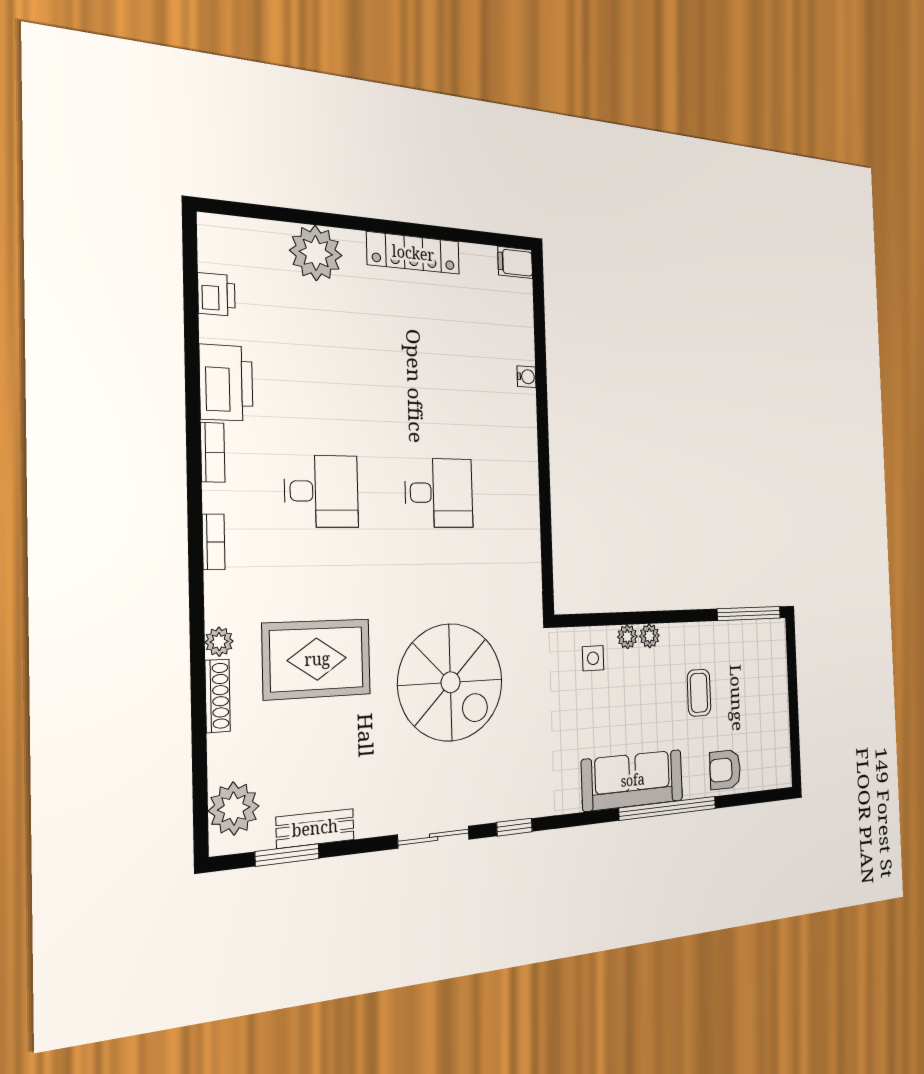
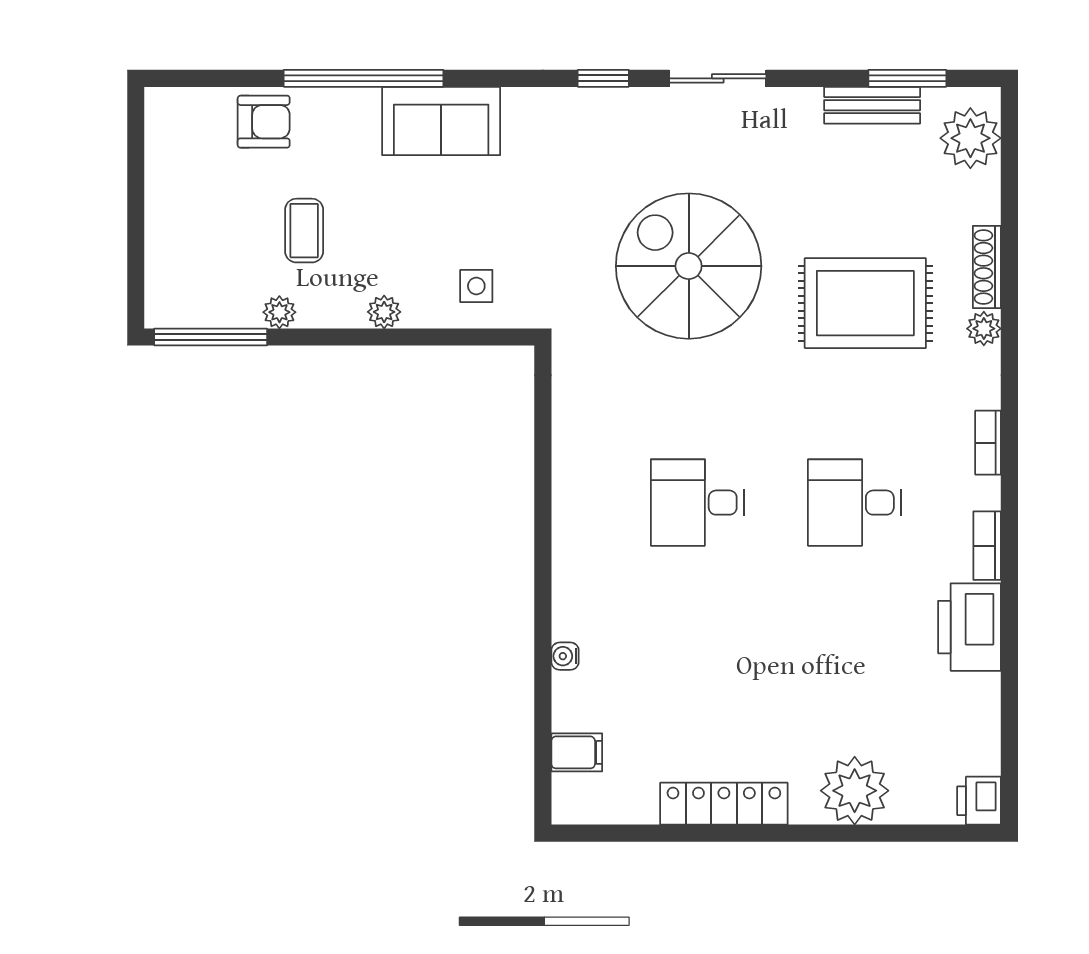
filing cabinet: (515, 262) -> (577, 752), moved
printer: (216, 294) -> (979, 801), moved
plant: (627, 637) -> (279, 312), moved
sofa: (633, 780) -> (441, 121), width x0.73

